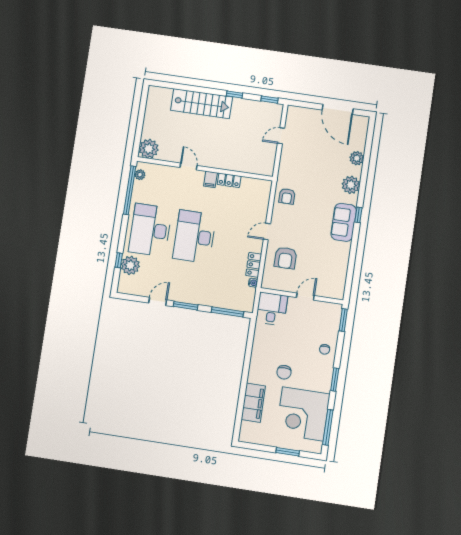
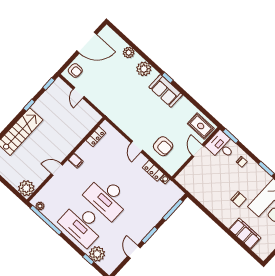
locker: (229, 180) -> (96, 137), moved
armchair: (287, 196) -> (75, 71), moved
rug: (332, 282) -> (201, 126), added
desk: (272, 309) -> (221, 146), moved

